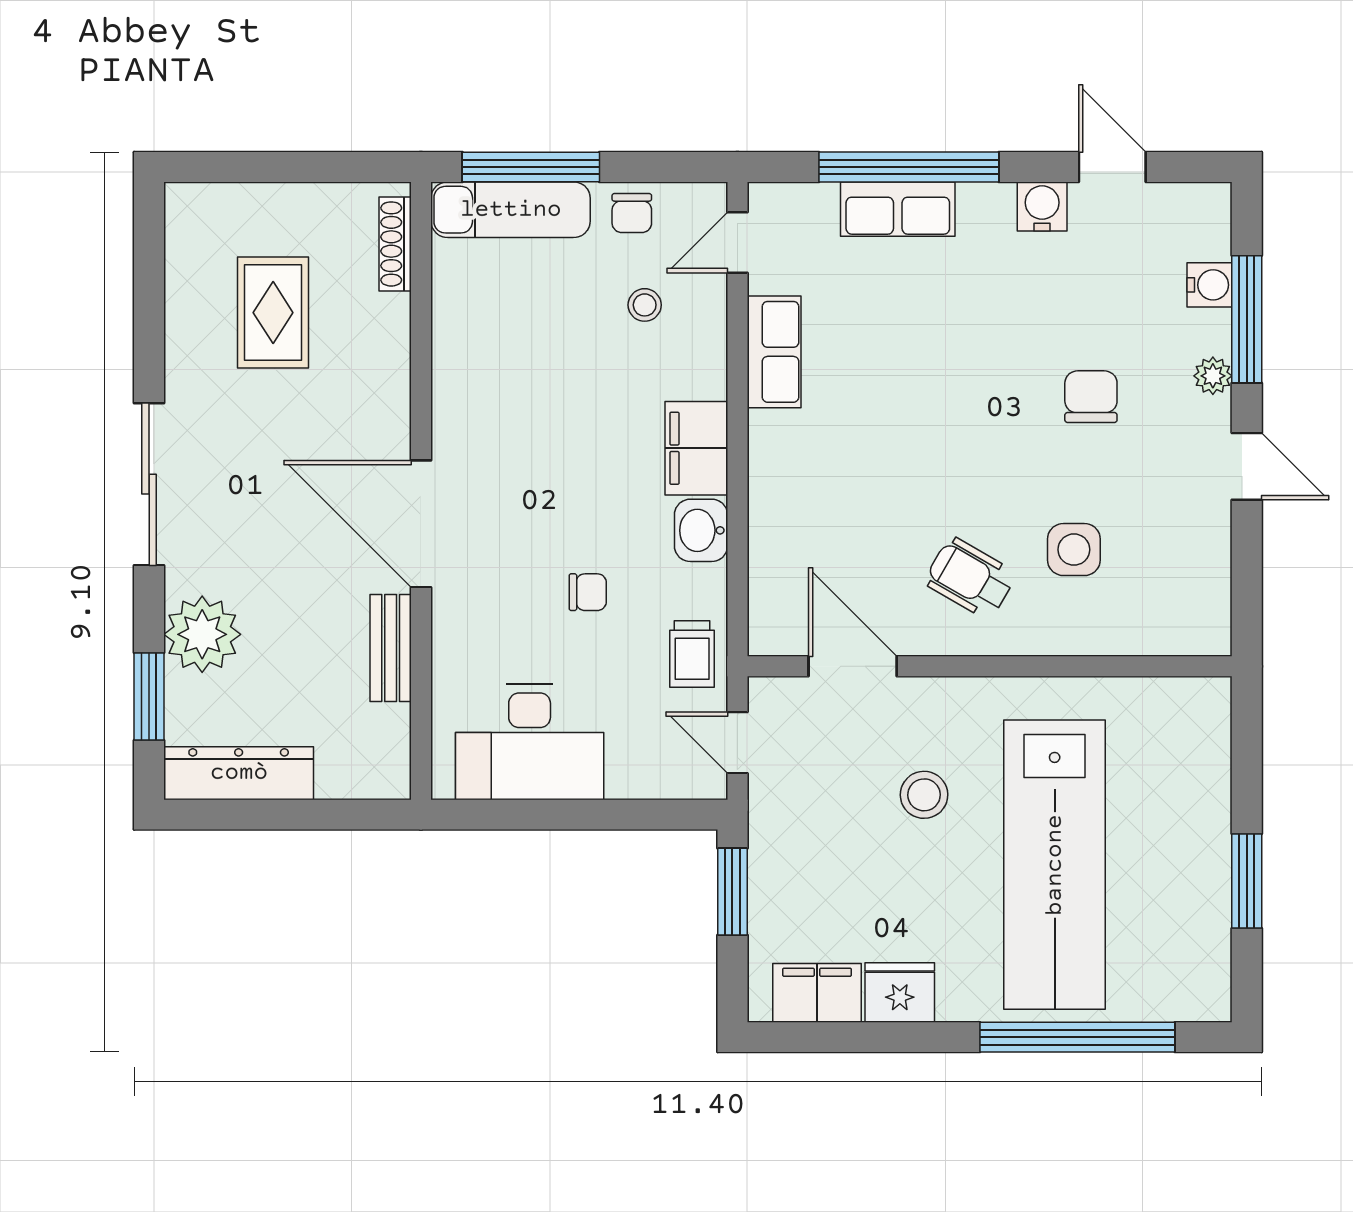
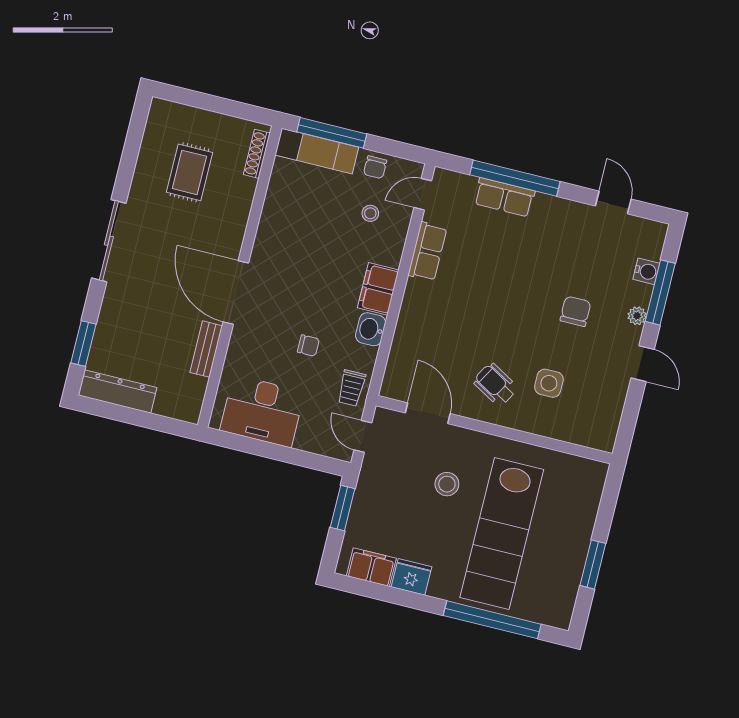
water cooler: (1042, 206) -> (575, 213), removed
plant: (202, 634) -> (117, 320), removed

